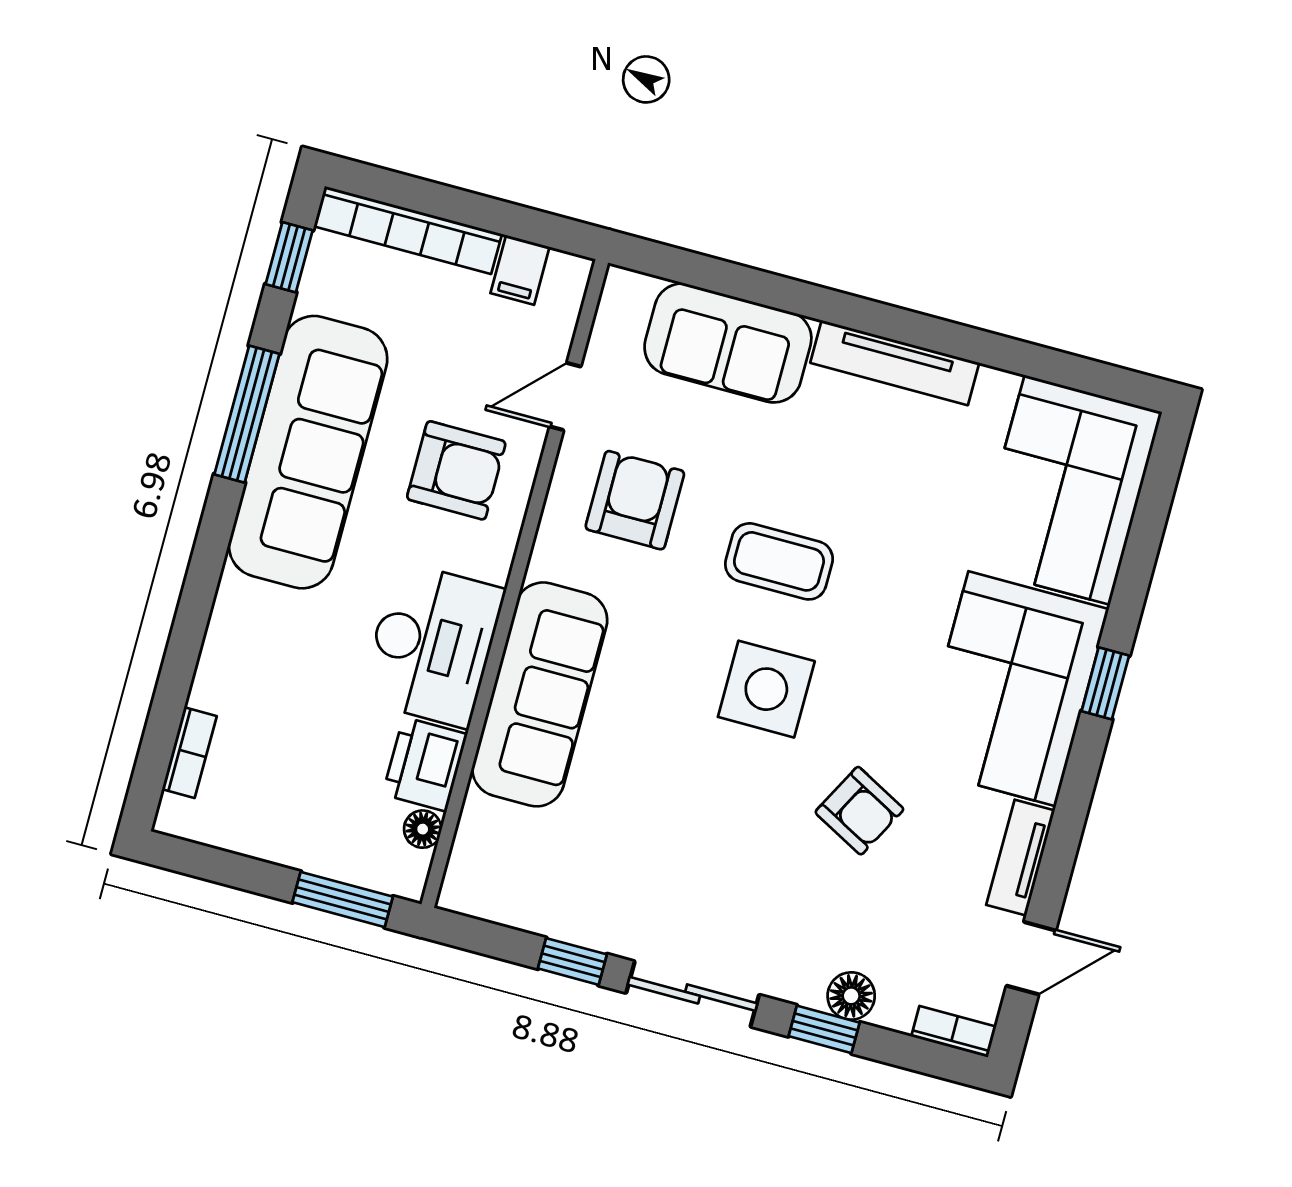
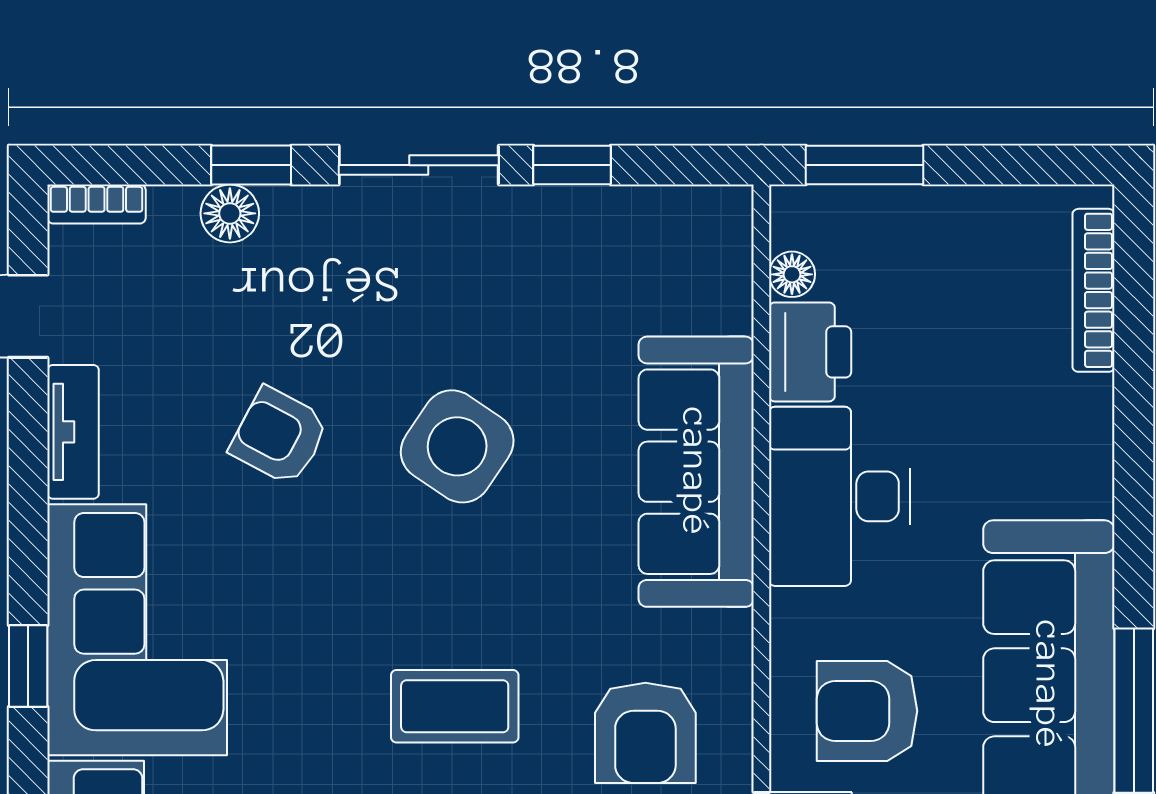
side table: (766, 689) -> (457, 446), moved, turned 34
bookcase: (189, 753) -> (1094, 290), width x1.56

